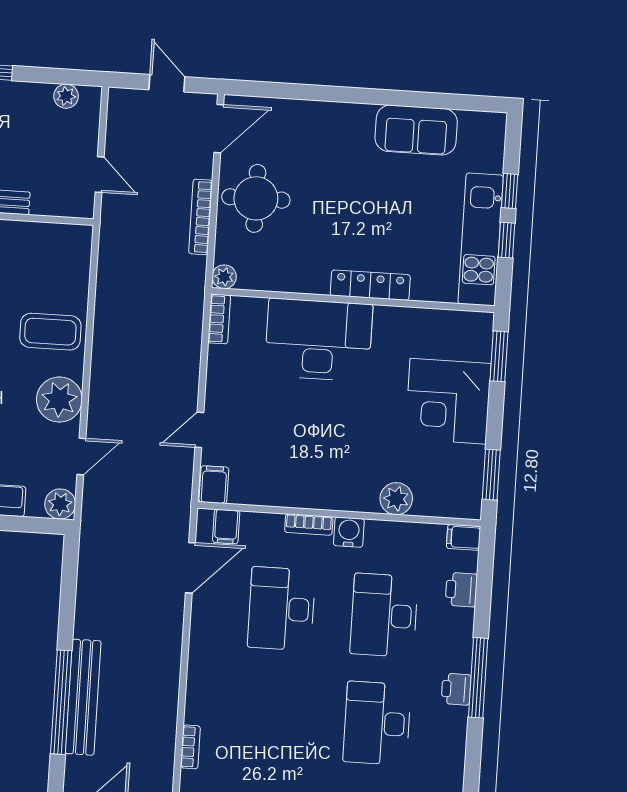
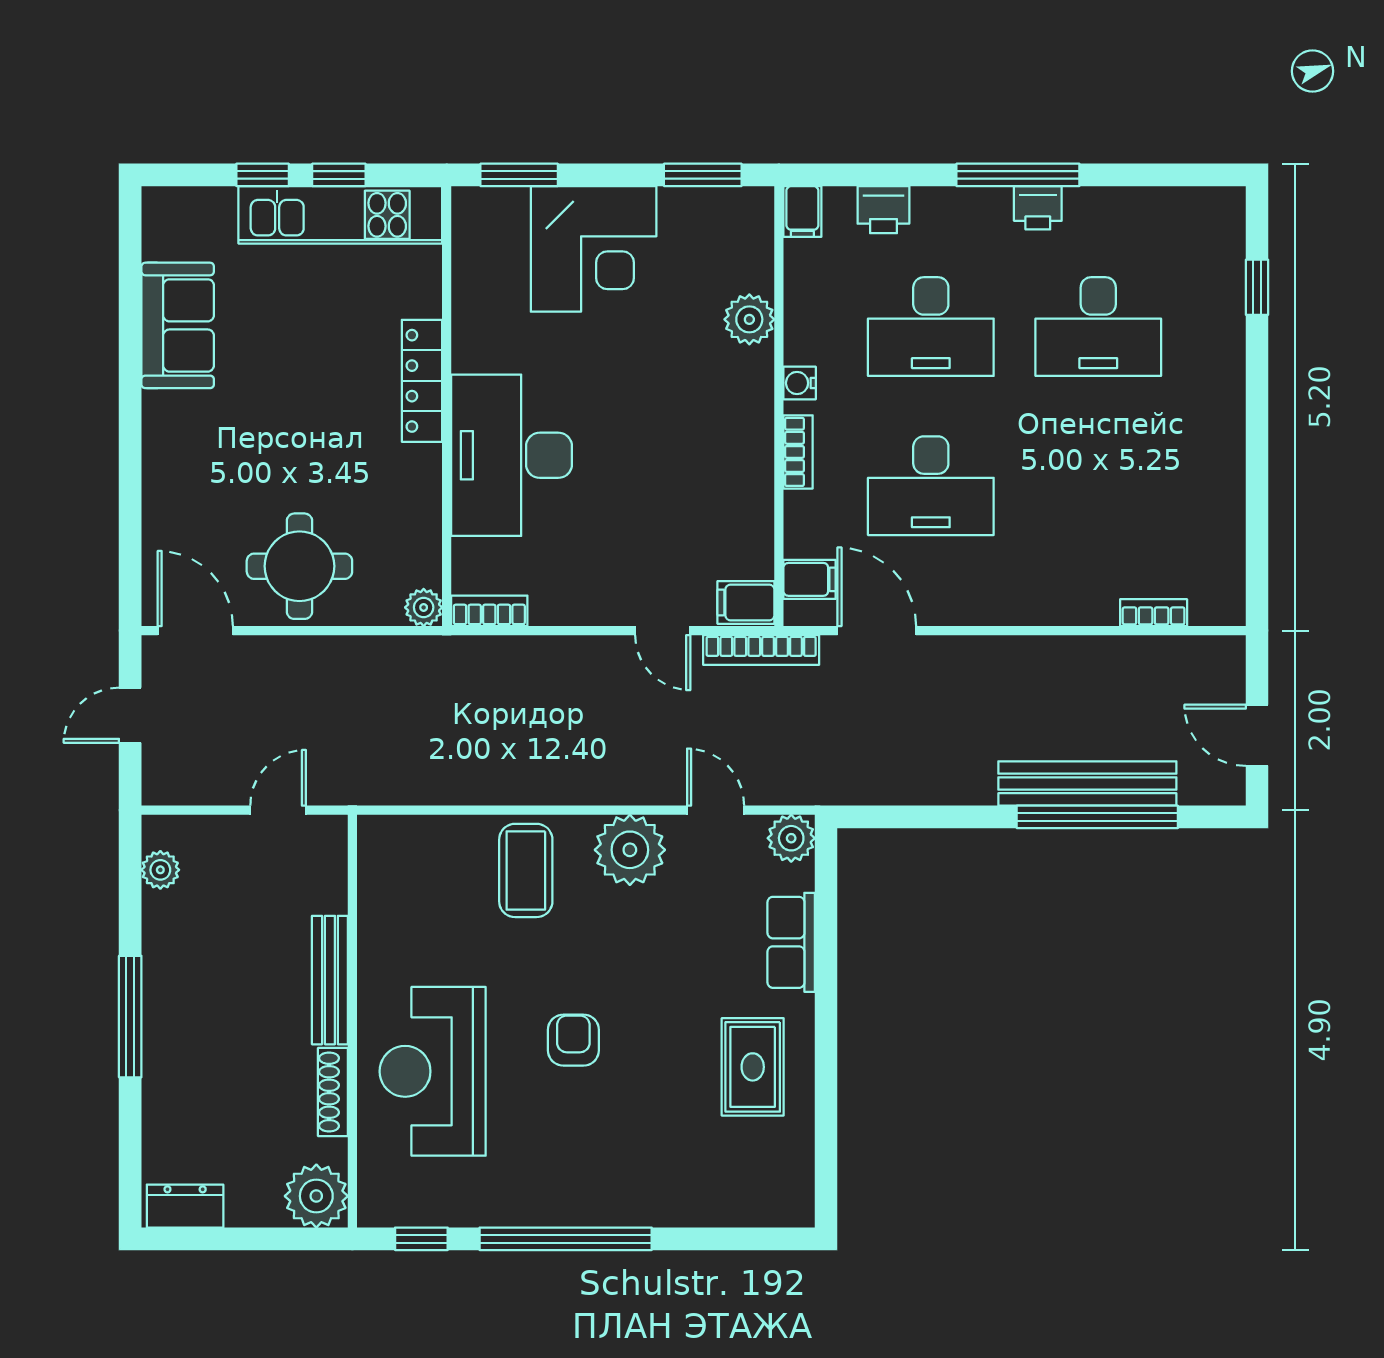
bookcase: (201, 217) -> (761, 650), moved
water cooler: (349, 532) -> (800, 383), width x0.72, depth x0.72

